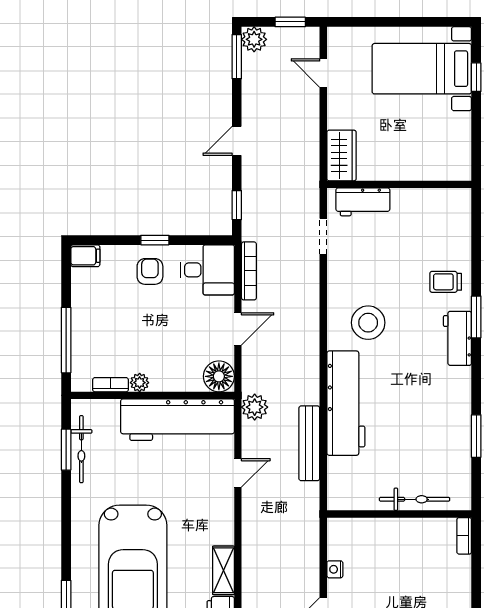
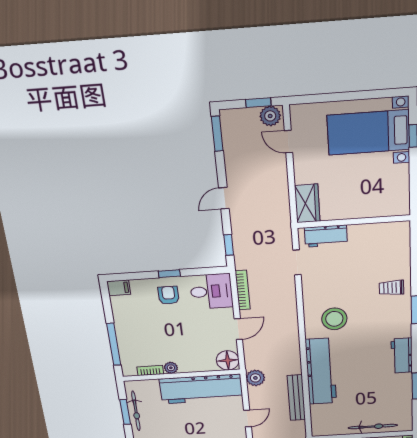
plant: (254, 39) -> (270, 116), moved
workbench: (457, 338) -> (402, 356), moved

